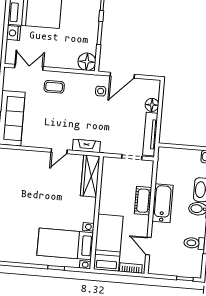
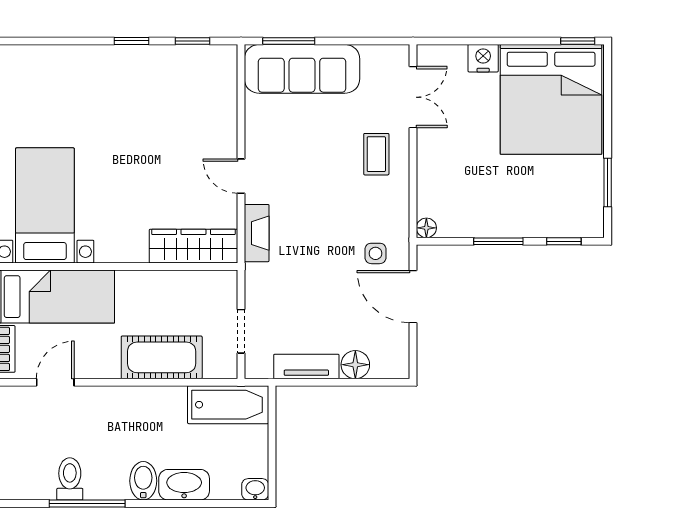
floor lamp: (87, 62) -> (426, 228), width x0.53, depth x0.53
tv unit: (150, 134) -> (306, 366), width x0.71
cot: (143, 201) -> (162, 357), width x1.37, depth x1.34
bathtub: (163, 203) -> (228, 405), moved

